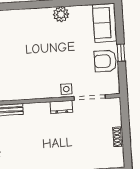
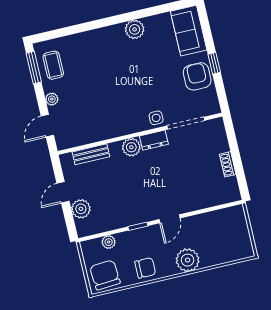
armchair: (105, 61) -> (197, 76), turned 90
plant: (42, 110) -> (131, 147), added

